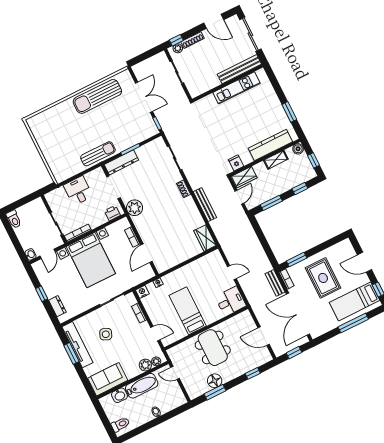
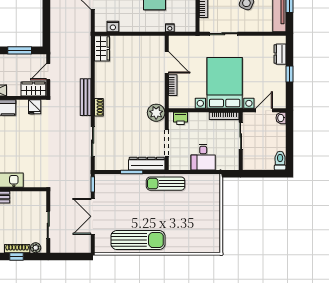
window: (176, 40) -> (17, 256), moved
bench: (205, 205) -> (86, 97), moved
door: (146, 253) -> (167, 62), hinge flipped
nightstand: (142, 292) -> (113, 26), moved

